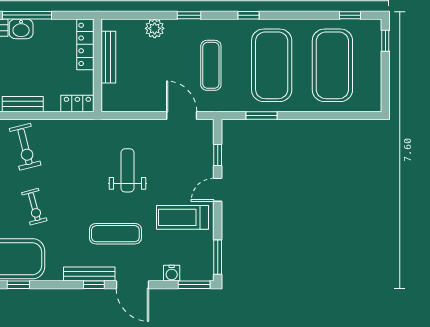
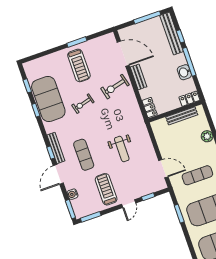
washbasin: (21, 29) -> (184, 72), moved
locker: (85, 44) -> (189, 99), width x0.66
door: (182, 115) -> (163, 169), hinge flipped
weight bench: (127, 170) -> (122, 149), turned 90
door: (218, 190) -> (129, 204), swing flipped

